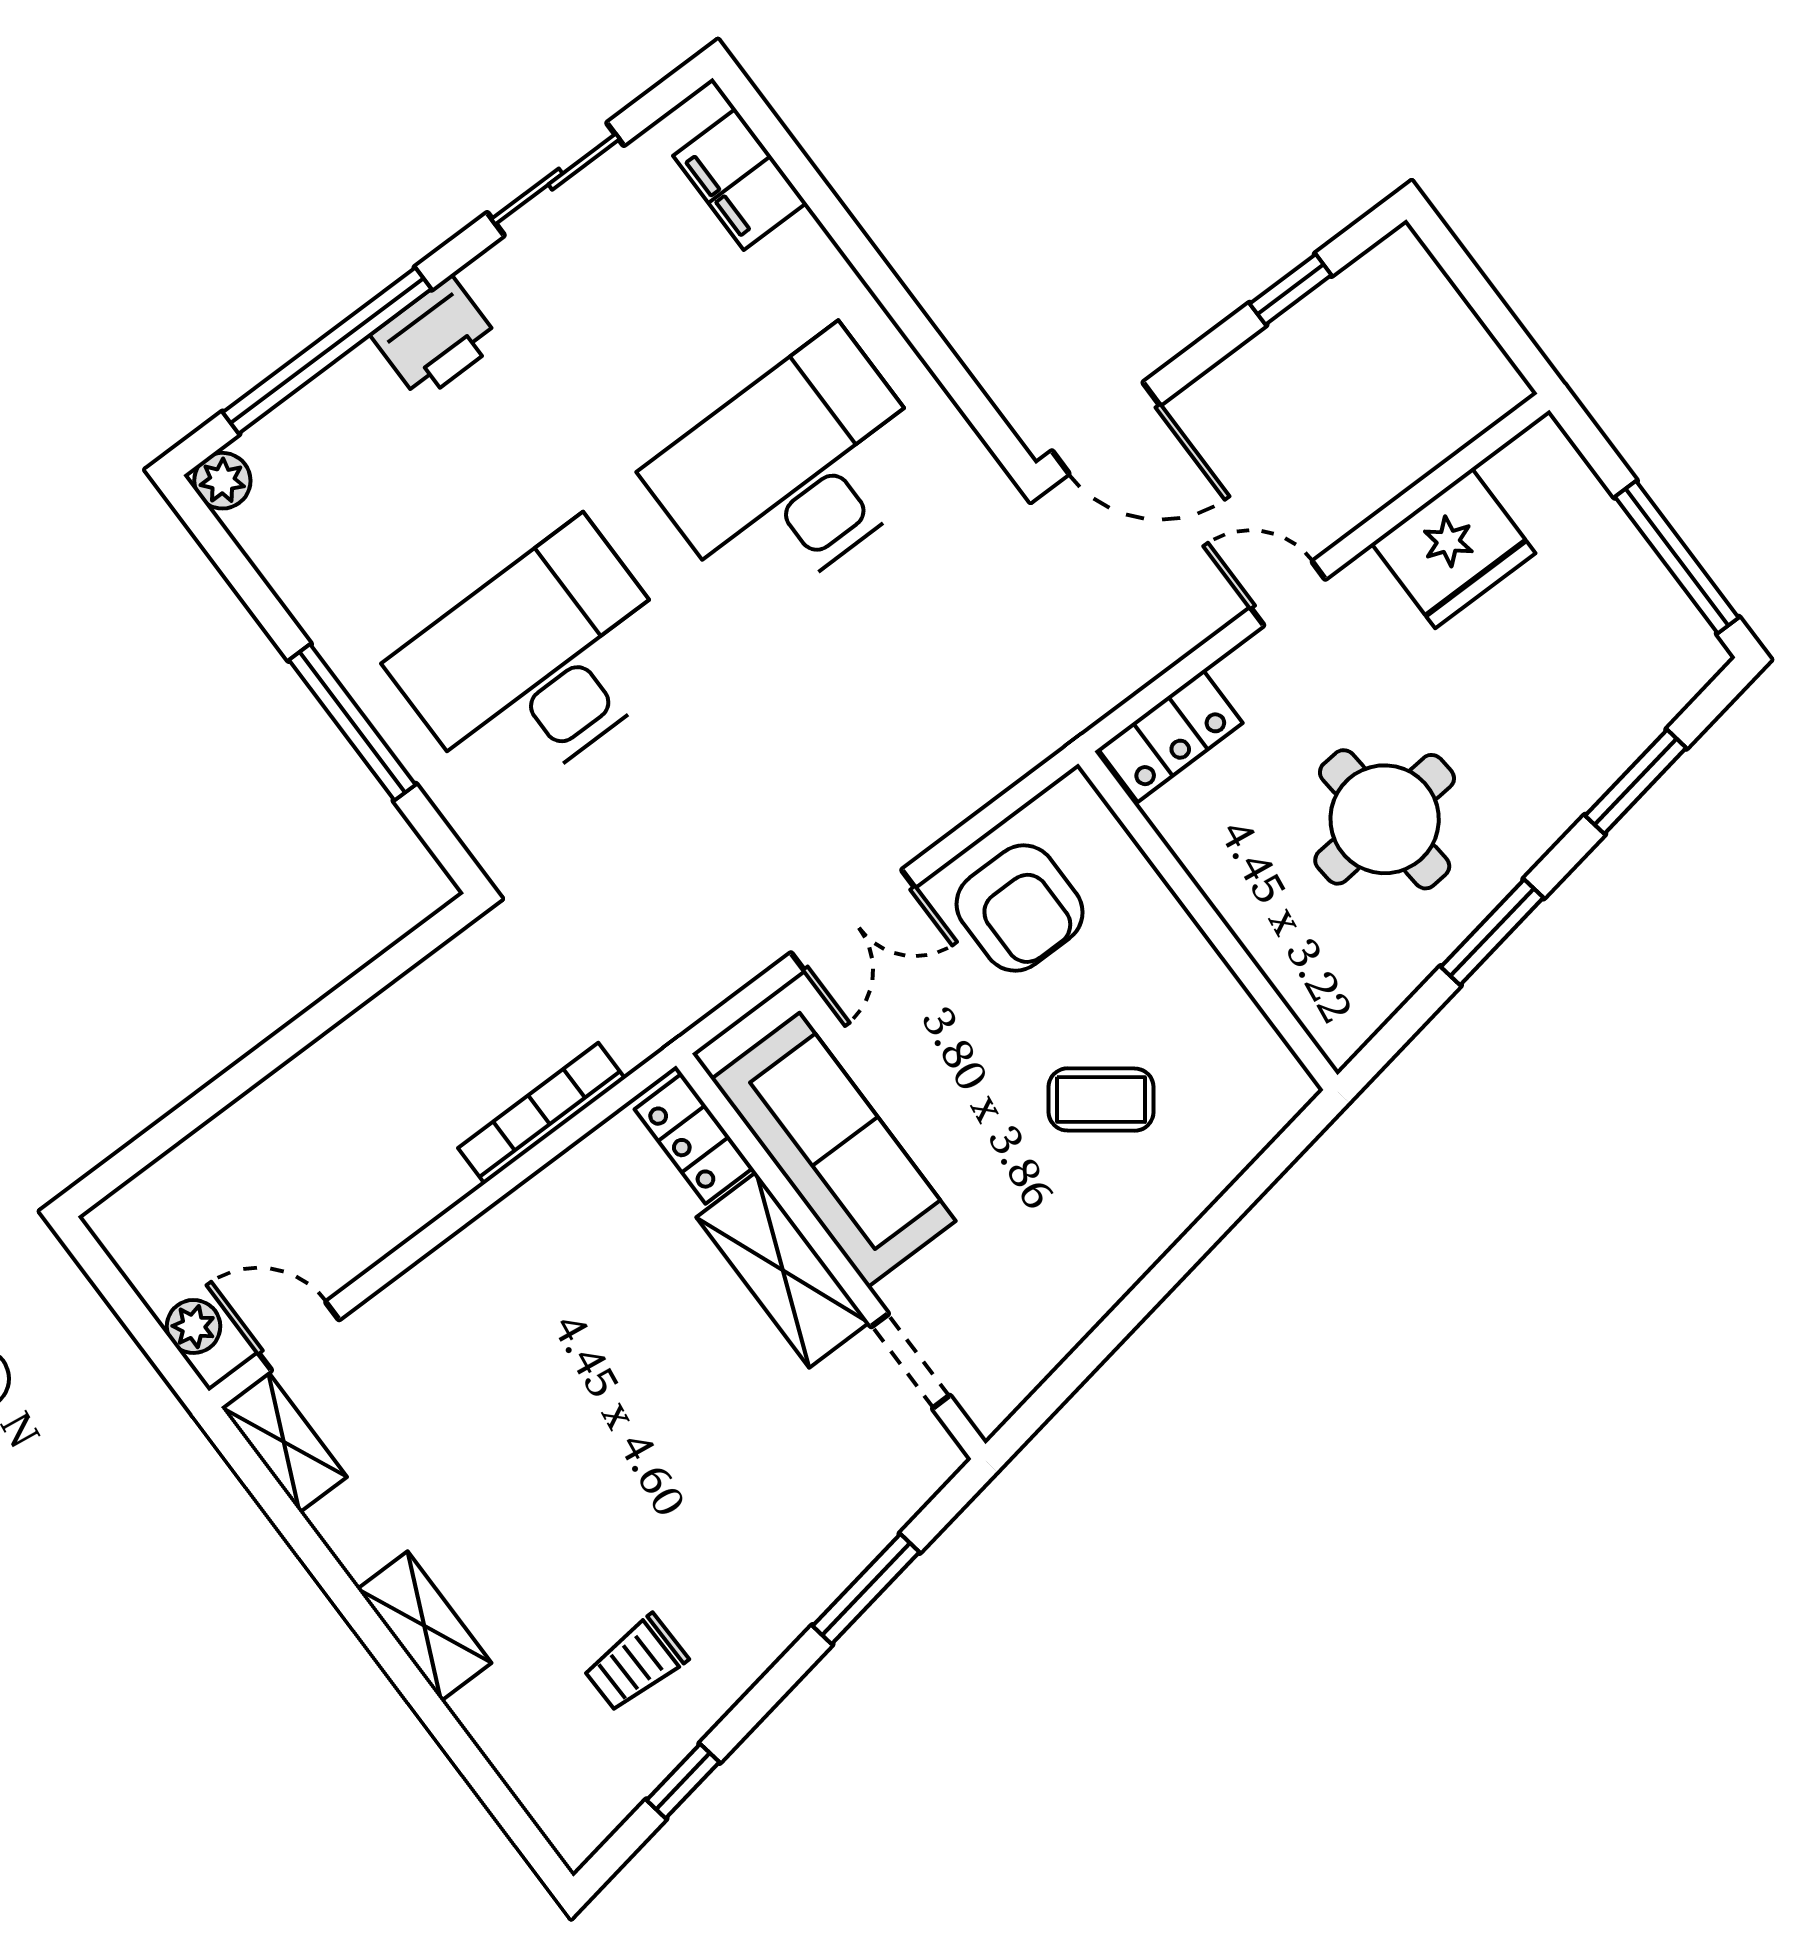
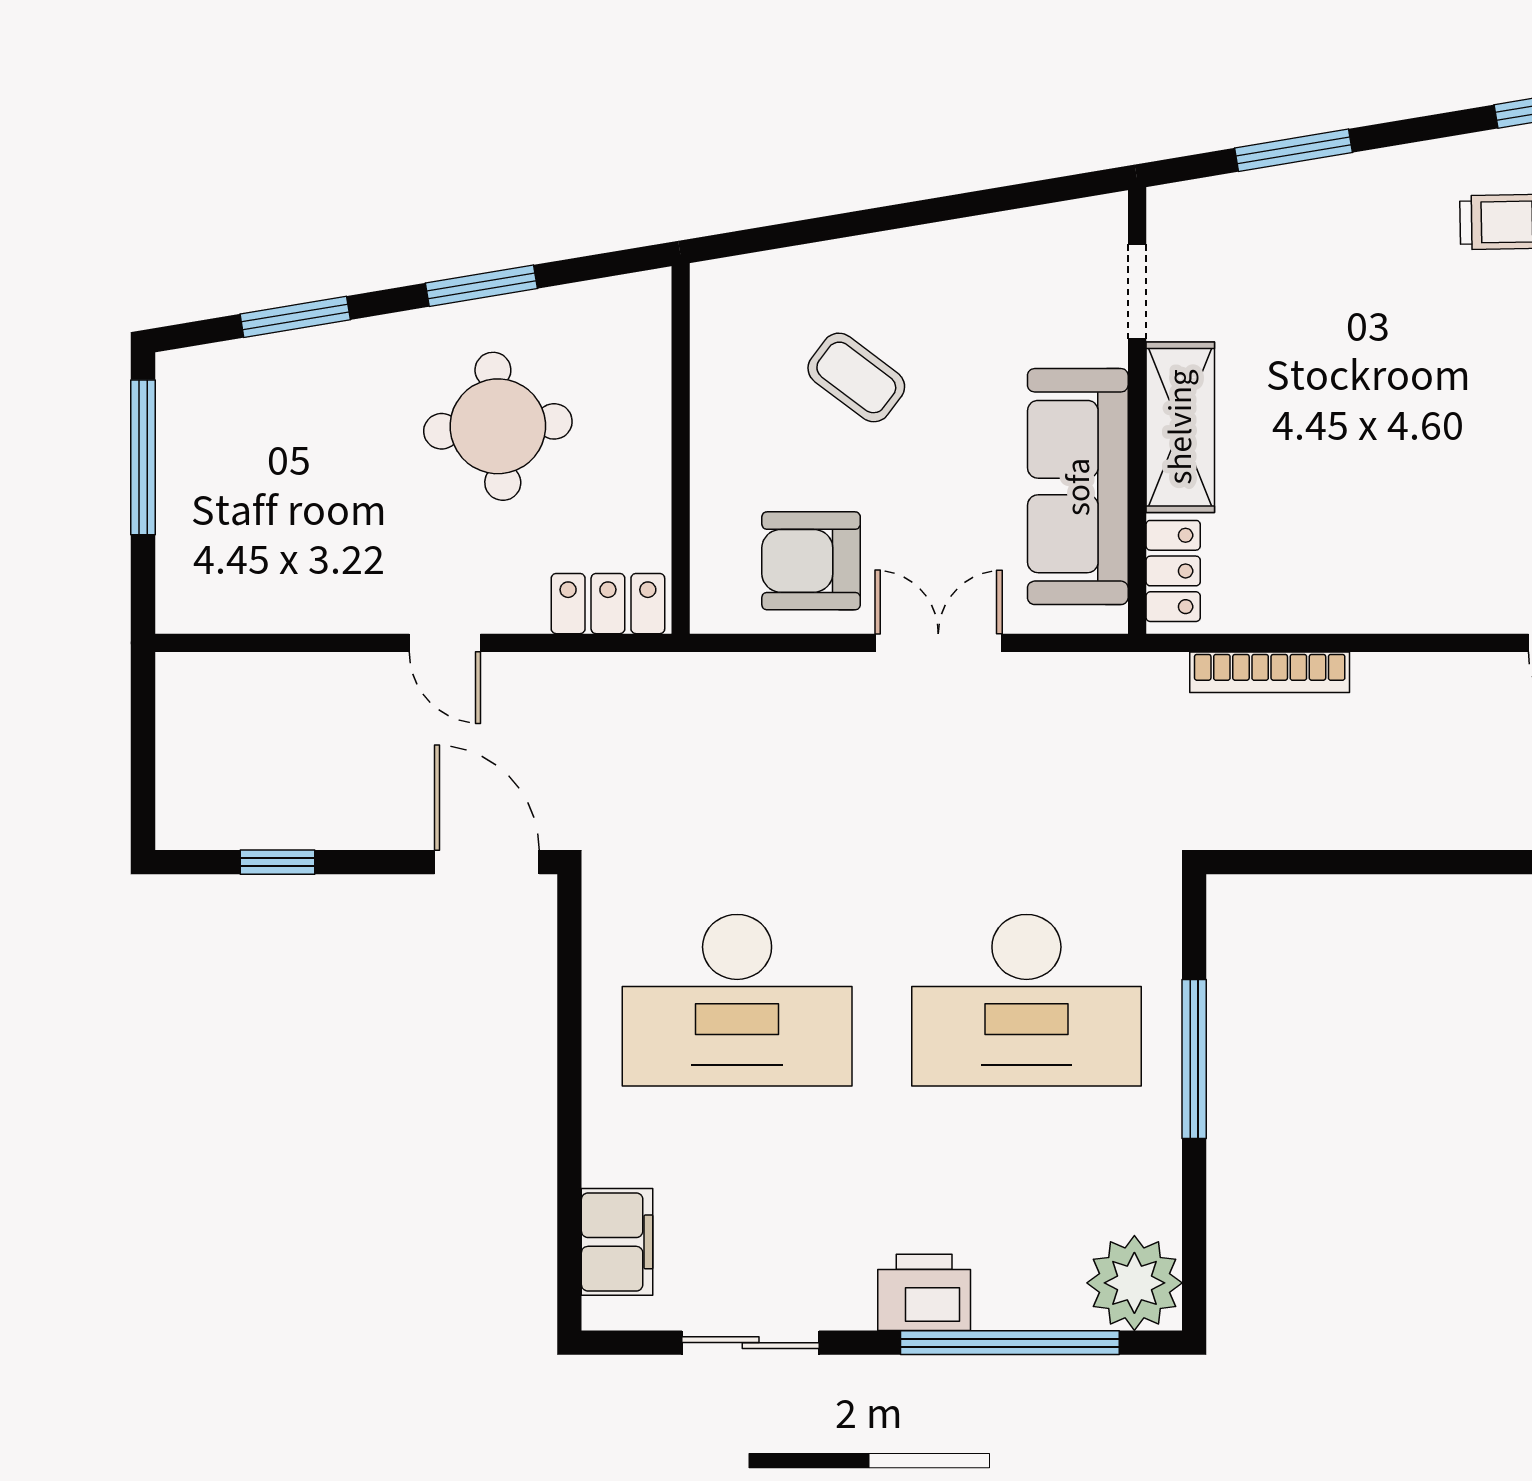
plant: (222, 481) -> (1134, 1283), width x1.88, depth x1.88
fridge: (1453, 548) -> (300, 586), removed
armchair: (1020, 908) -> (811, 561), turned -90

